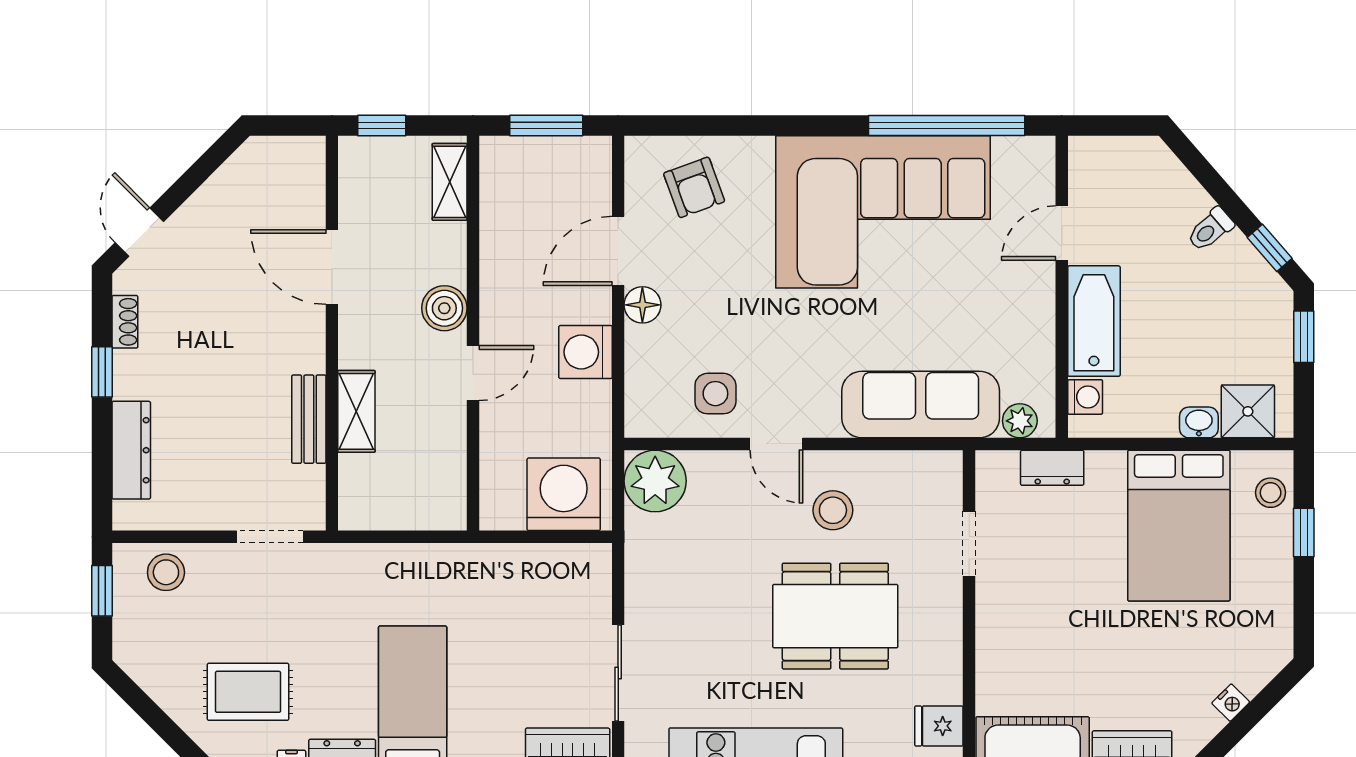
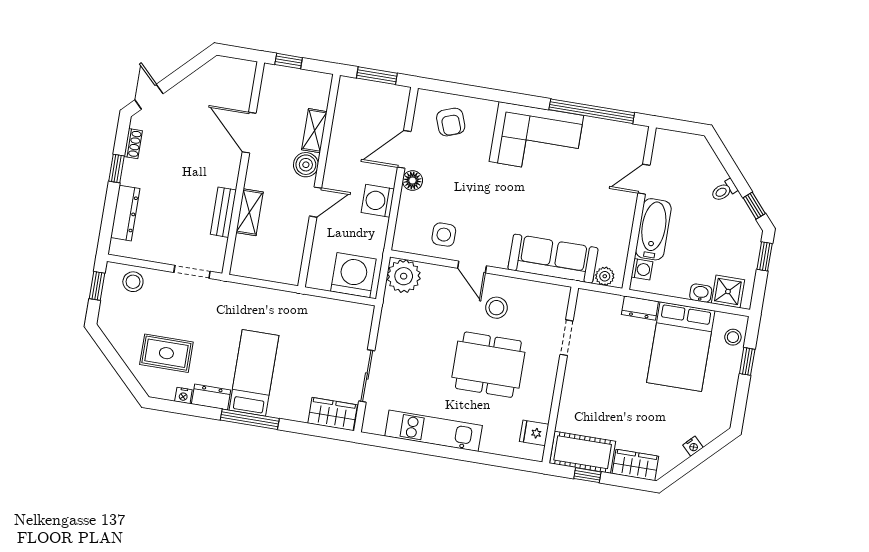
shelving: (450, 182) -> (314, 131), moved
corner sofa: (883, 212) -> (536, 139), width x0.73, depth x0.74
dresser: (1052, 468) -> (640, 308), moved

